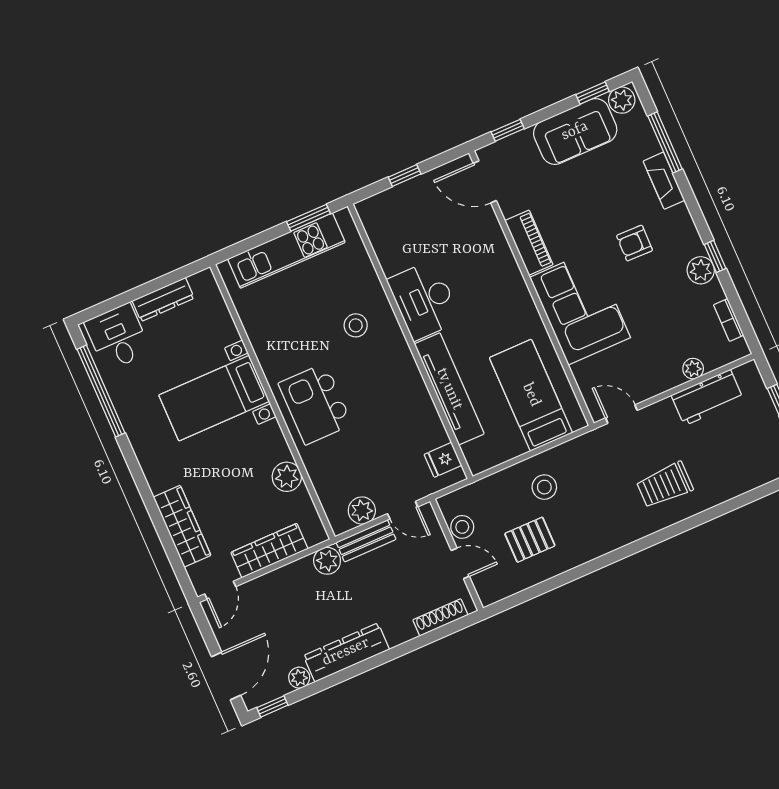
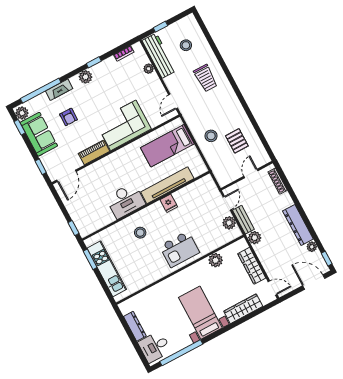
window: (665, 142) -> (41, 91), width x1.46
window: (405, 176) -> (73, 228), moved
armchair: (634, 243) -> (69, 117), moved
plant: (701, 270) -> (86, 77), moved
bed with nightstands: (214, 398) -> (200, 313), moved, turned 180
workbench: (707, 398) -> (159, 56), width x1.38
fridge: (443, 460) -> (169, 203), moved
stool: (462, 527) -> (186, 45), moved

